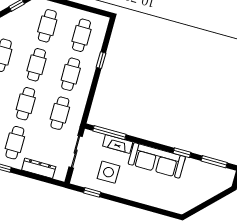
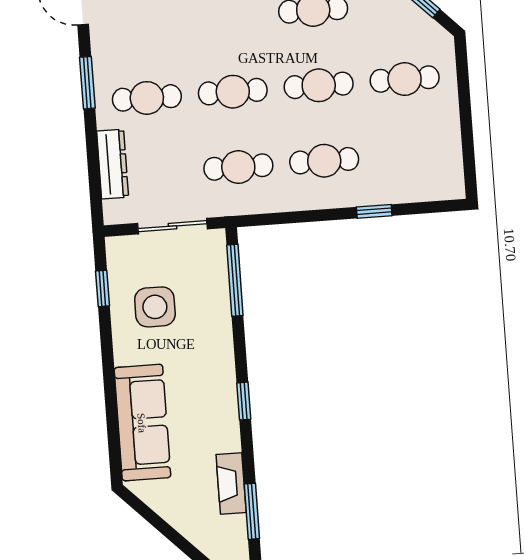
cafe table: (81, 35) -> (410, 154), removed
fireplace: (118, 144) -> (231, 483), moved
window: (182, 153) -> (244, 401), moved
sofa: (157, 160) -> (142, 423), moved, turned 180

